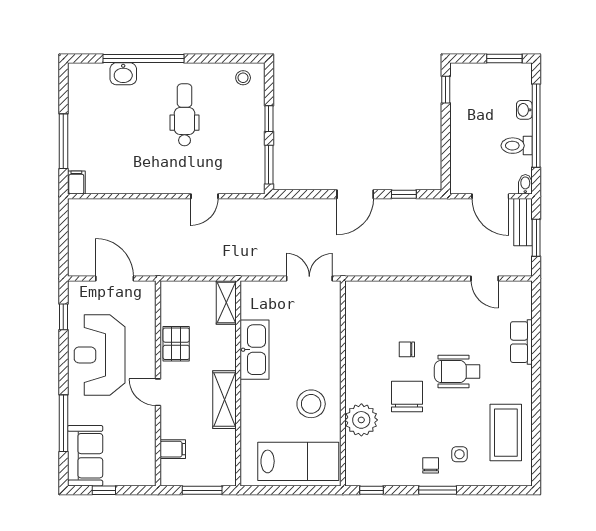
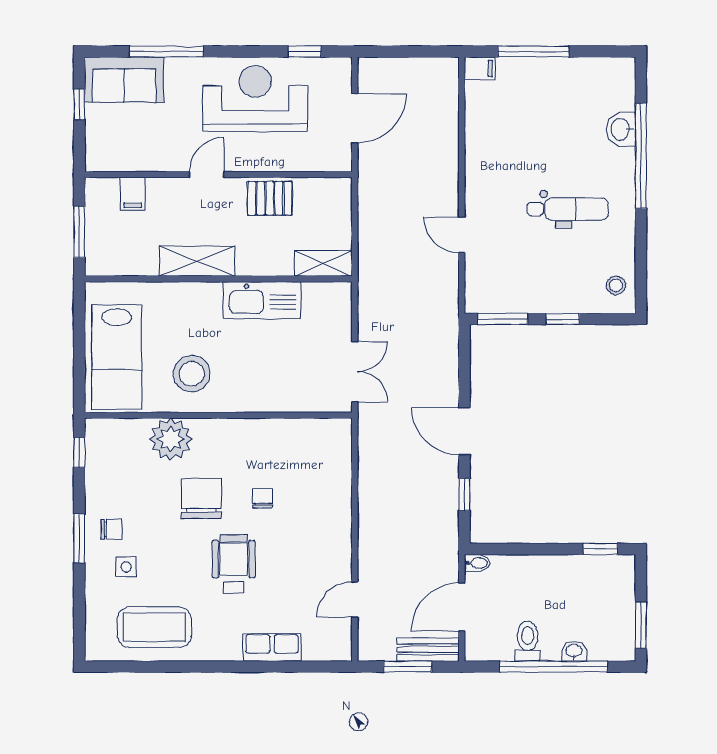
bidet: (525, 184) -> (477, 563), moved
chair: (407, 396) -> (201, 498), turned -90

